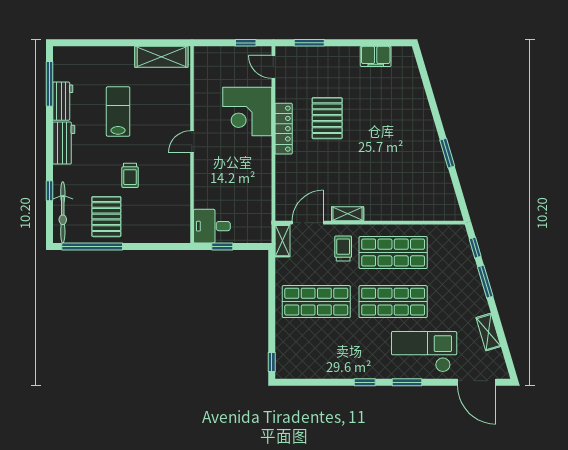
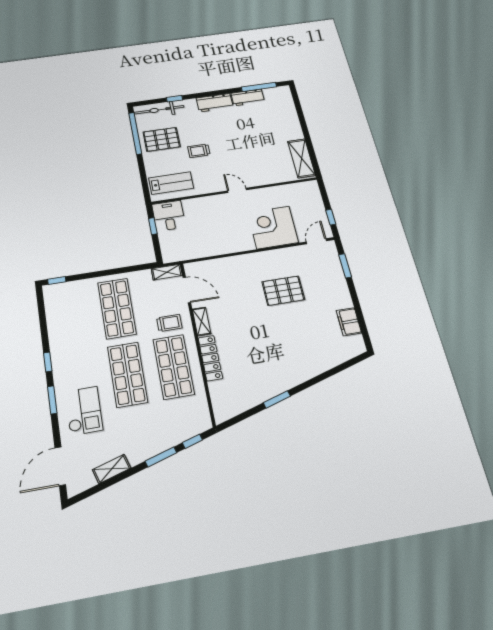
lab bench: (118, 112) -> (171, 183), moved
locker: (284, 129) -> (210, 358), moved, turned -90
checkout: (424, 352) -> (84, 411), width x0.73, depth x0.83

